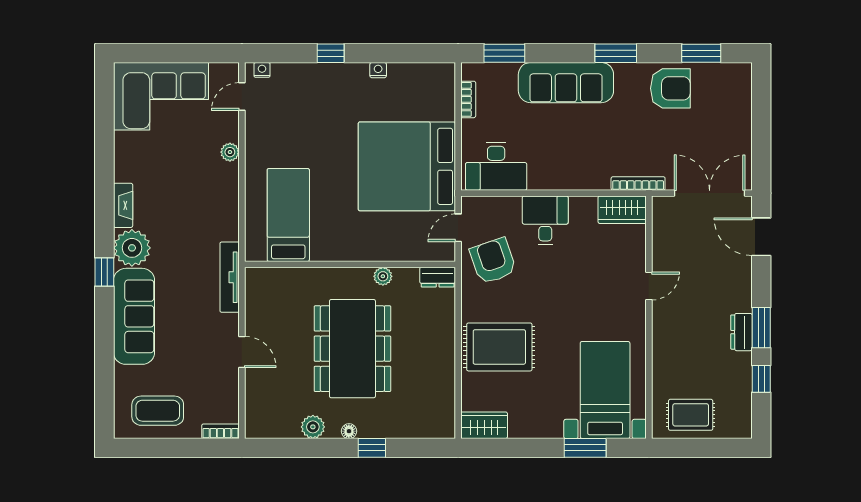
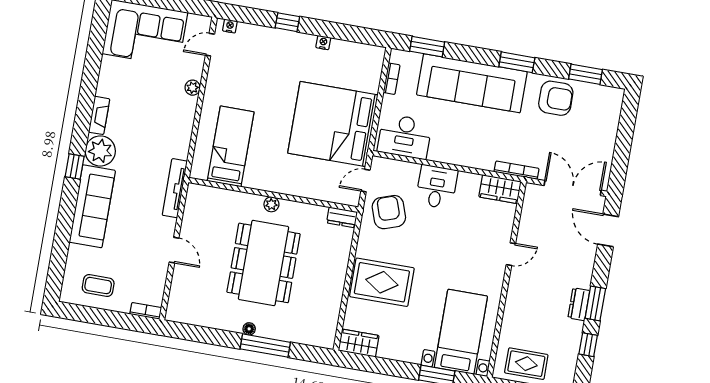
sofa: (566, 83) -> (472, 83), width x1.36, depth x1.27
plant: (383, 276) -> (271, 204), moved
coffee table: (158, 411) -> (98, 286), width x0.73, depth x0.77
plant: (313, 427) -> (221, 320), removed
window: (372, 448) -> (265, 346), width x2.17

